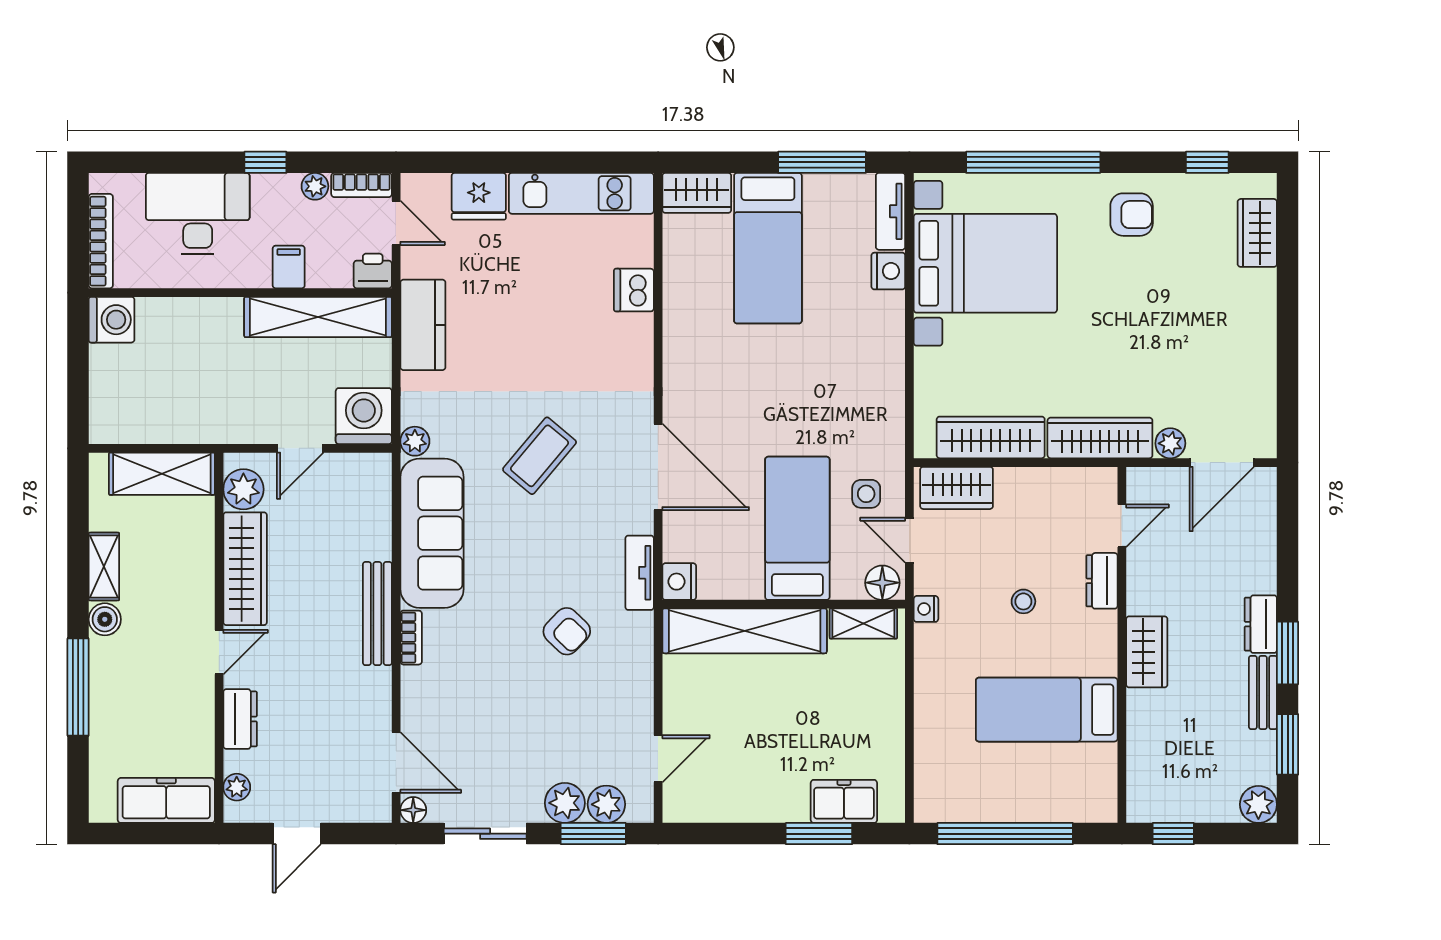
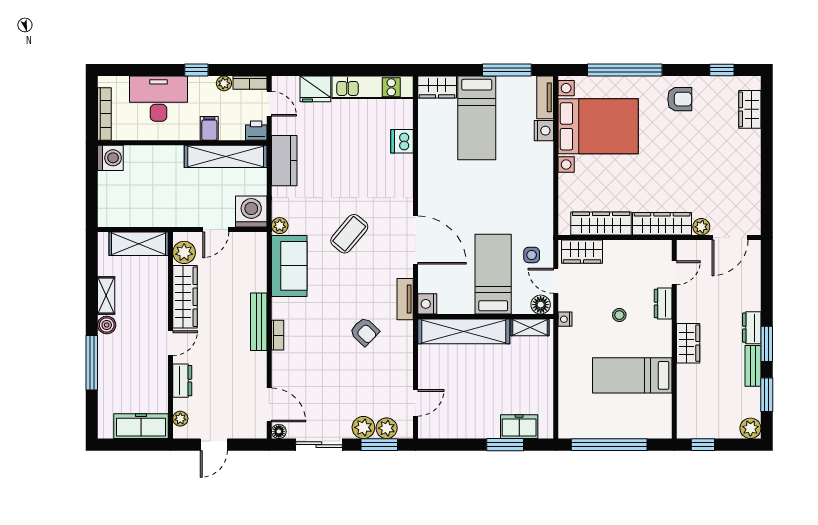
sofa: (432, 533) -> (289, 266), width x0.73

